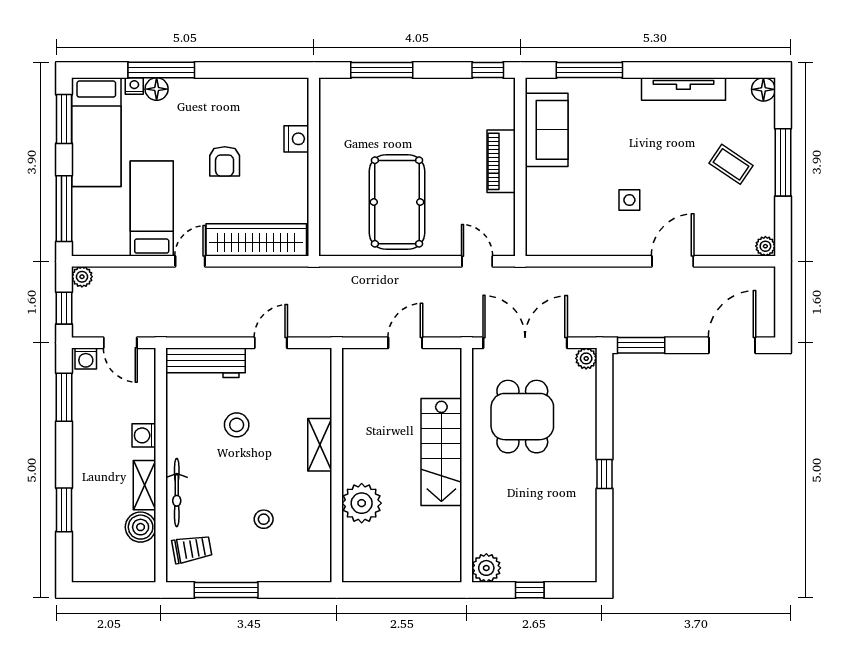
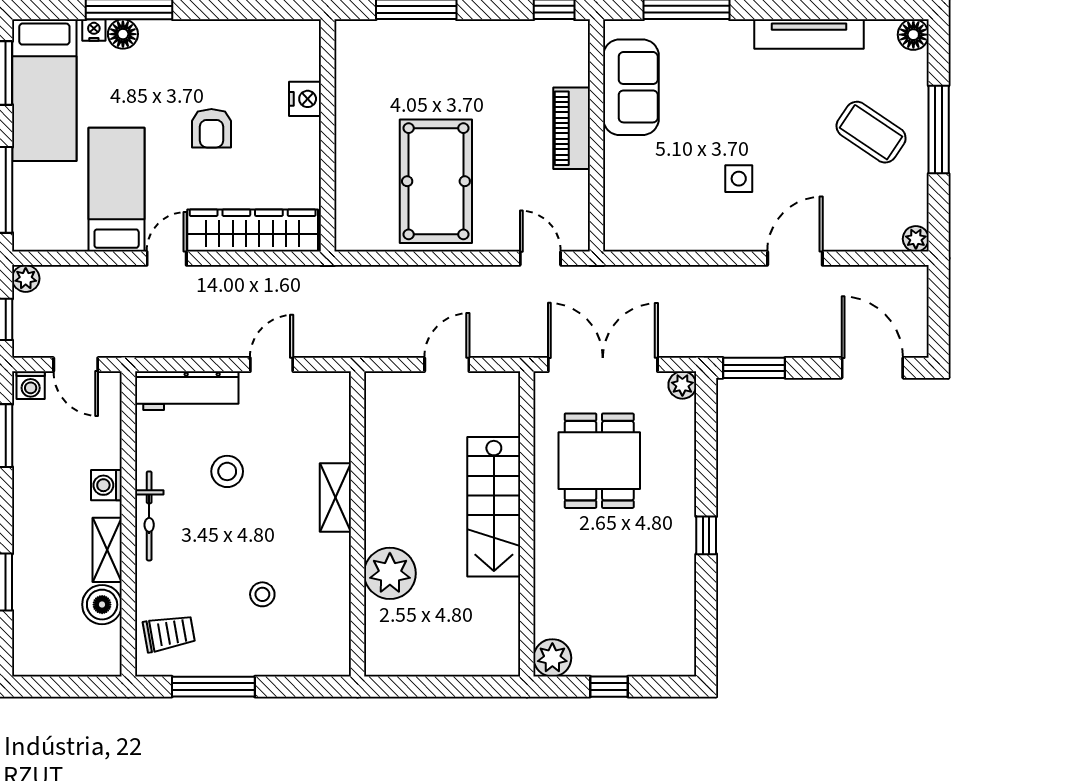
coffee table: (731, 164) -> (871, 132), width x1.36, depth x1.30
door: (732, 345) -> (872, 368), hinge flipped
bicycle: (177, 493) -> (149, 516), moved

